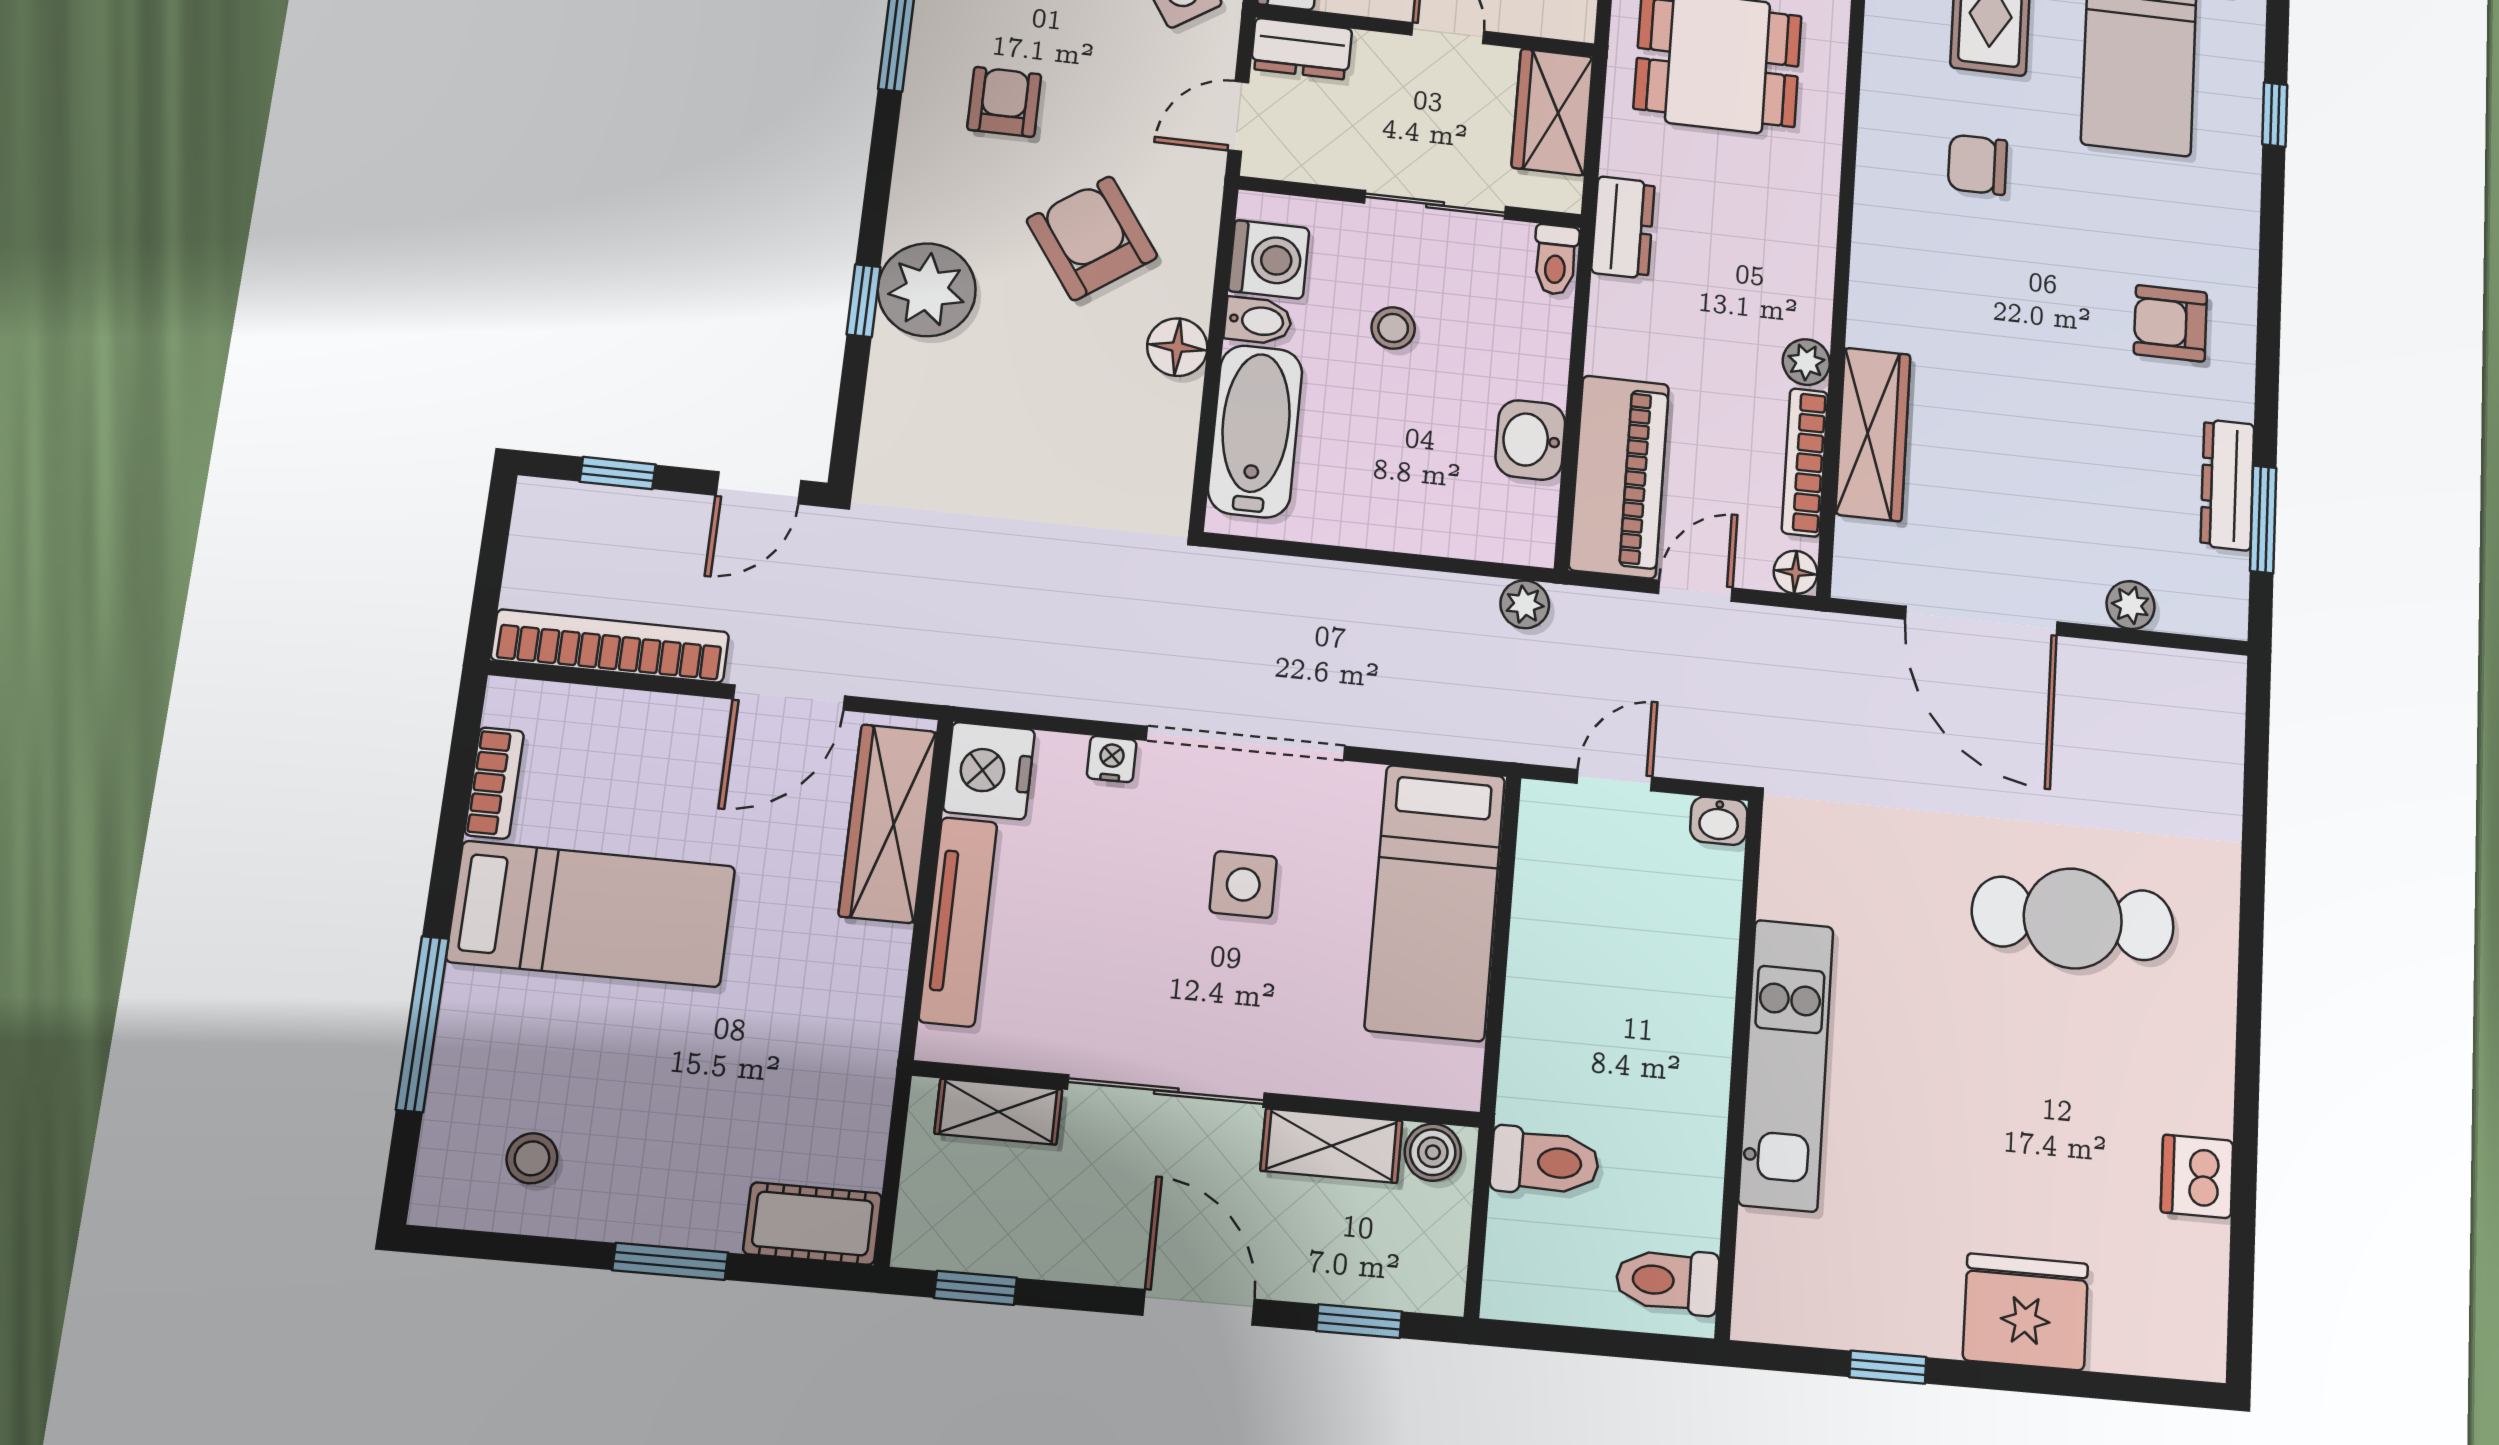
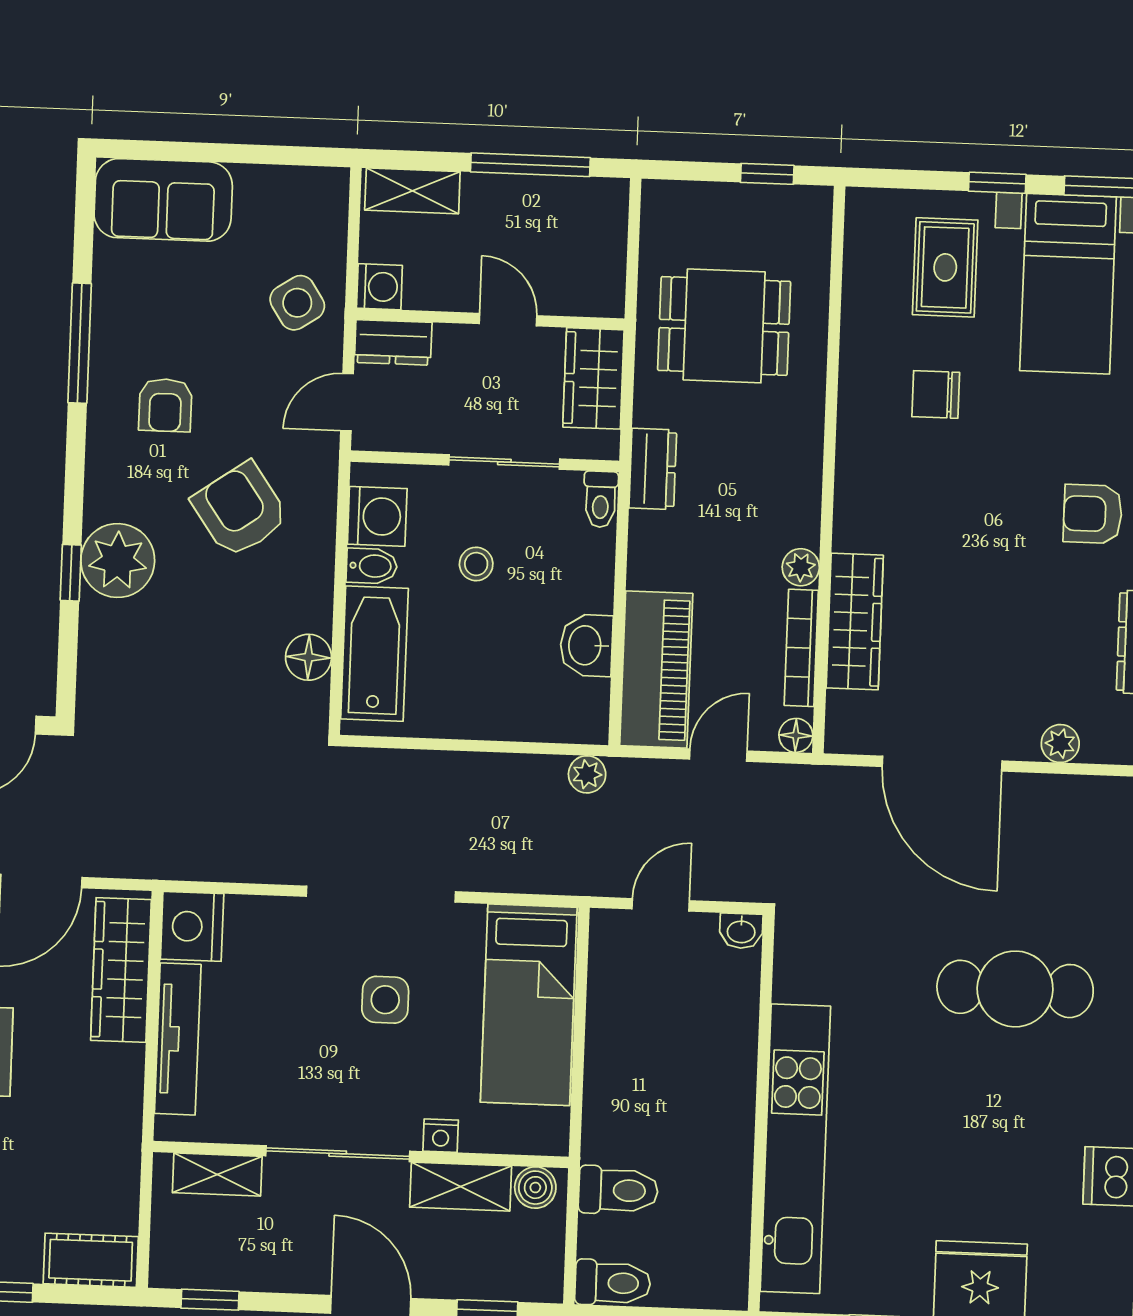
armchair: (1004, 102) -> (165, 405), turned 180
floor lamp: (1177, 347) -> (309, 657), moved
nightstand: (1112, 759) -> (441, 1136), moved, turned 180
kitchen unit: (1786, 1065) -> (795, 1149), width x1.36
toilet: (1667, 1281) -> (613, 1283), moved, turned 180

